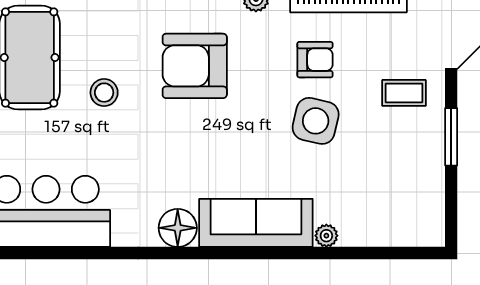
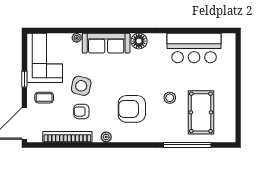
armchair: (195, 66) -> (132, 109), turned 180
window: (451, 137) -> (24, 79), width x0.67
corner sofa: (403, 188) -> (45, 58), added

